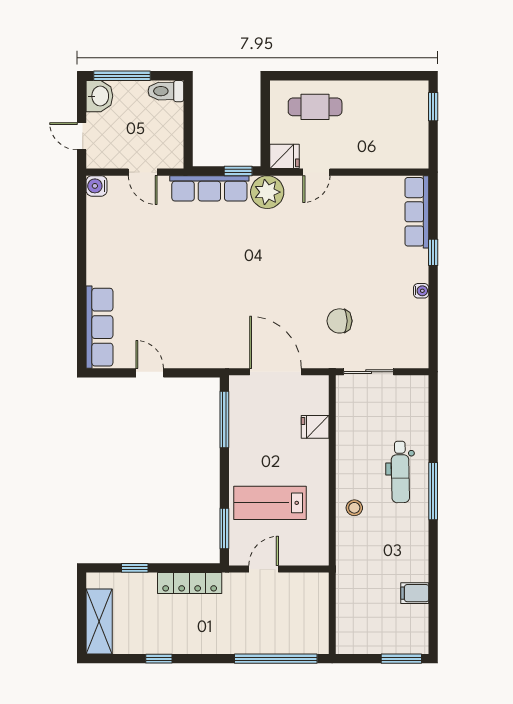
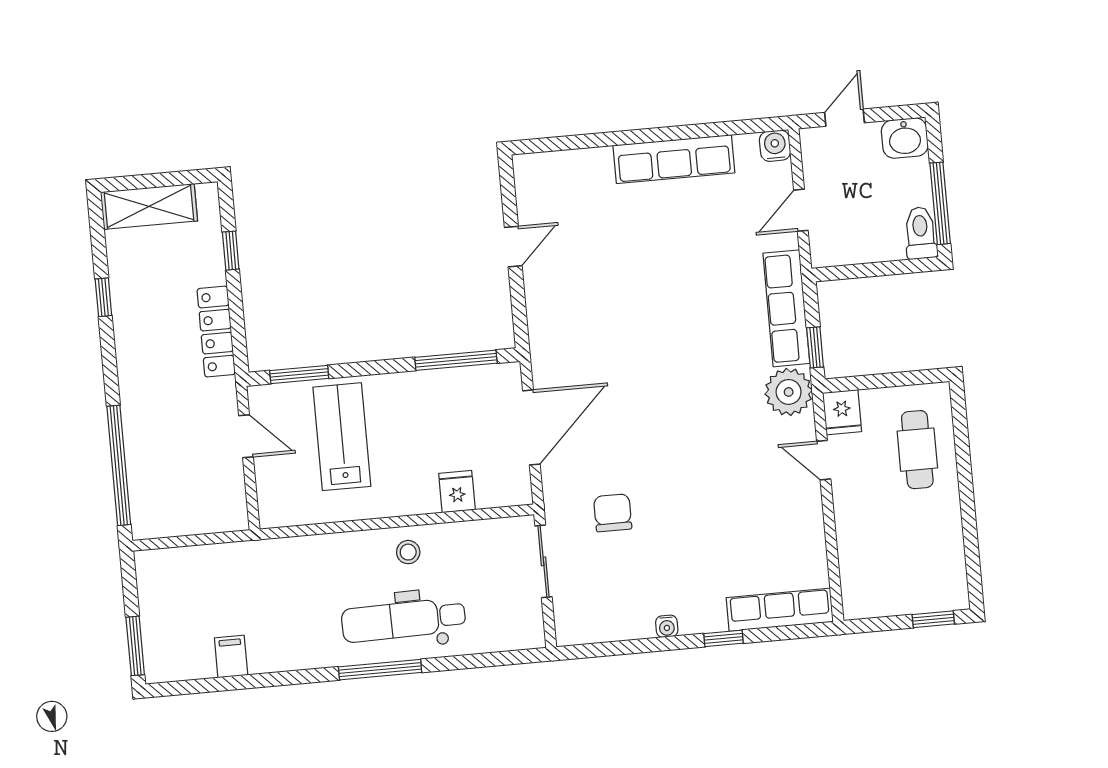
window: (122, 76) -> (940, 203), moved
row of seats: (99, 327) -> (674, 159), moved
dental chair: (400, 472) -> (404, 620), width x1.36, depth x1.38
stool: (354, 508) -> (408, 552), moved

